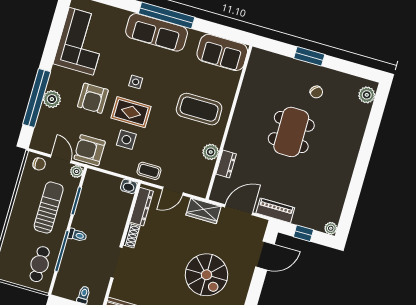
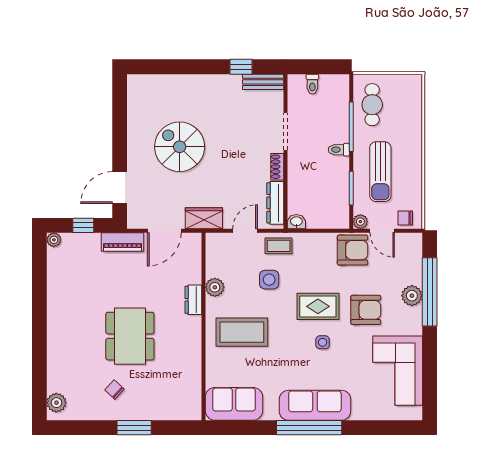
armchair: (93, 98) -> (366, 310), turned 90
side table: (126, 140) -> (269, 280), moved
dresser: (226, 164) -> (193, 300), moved

